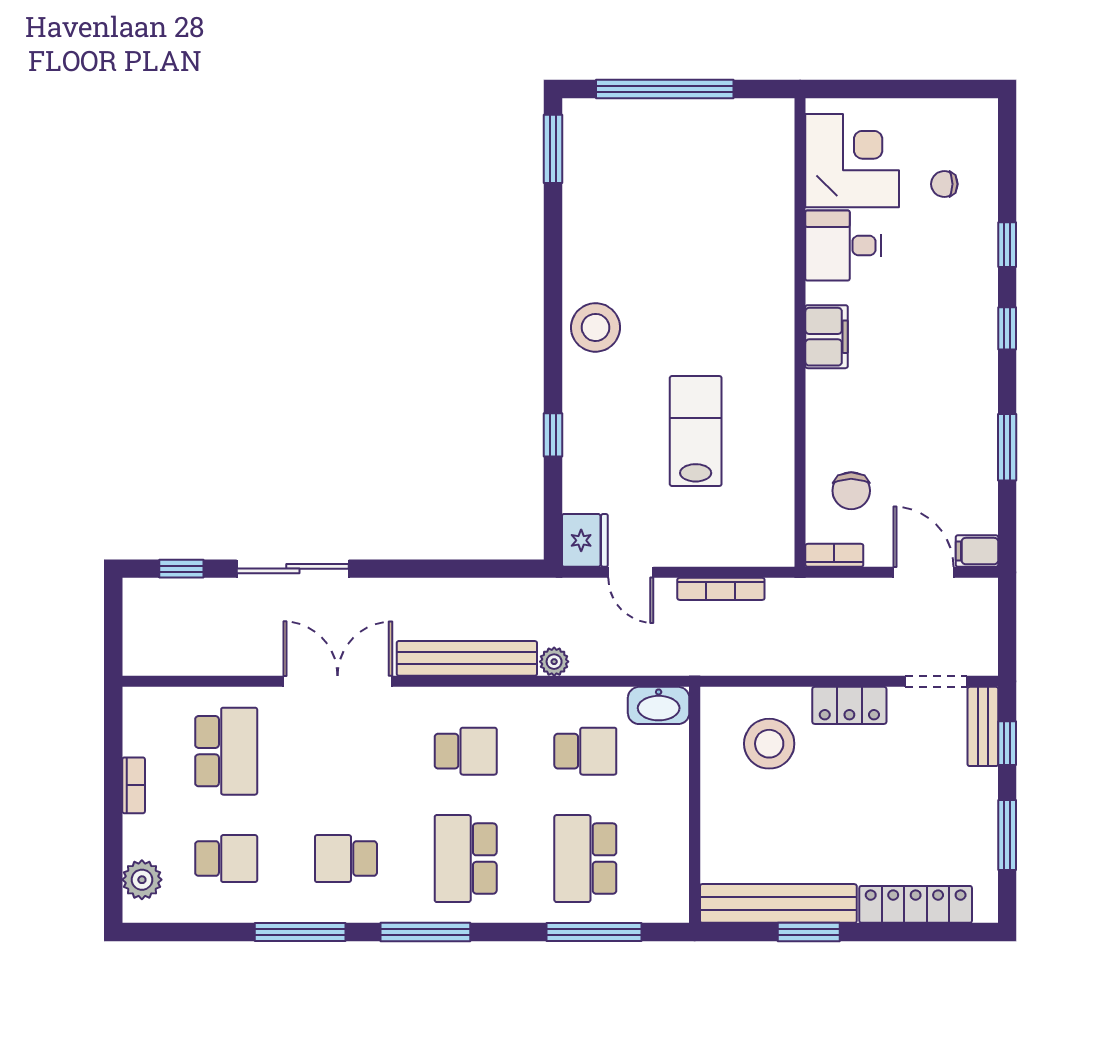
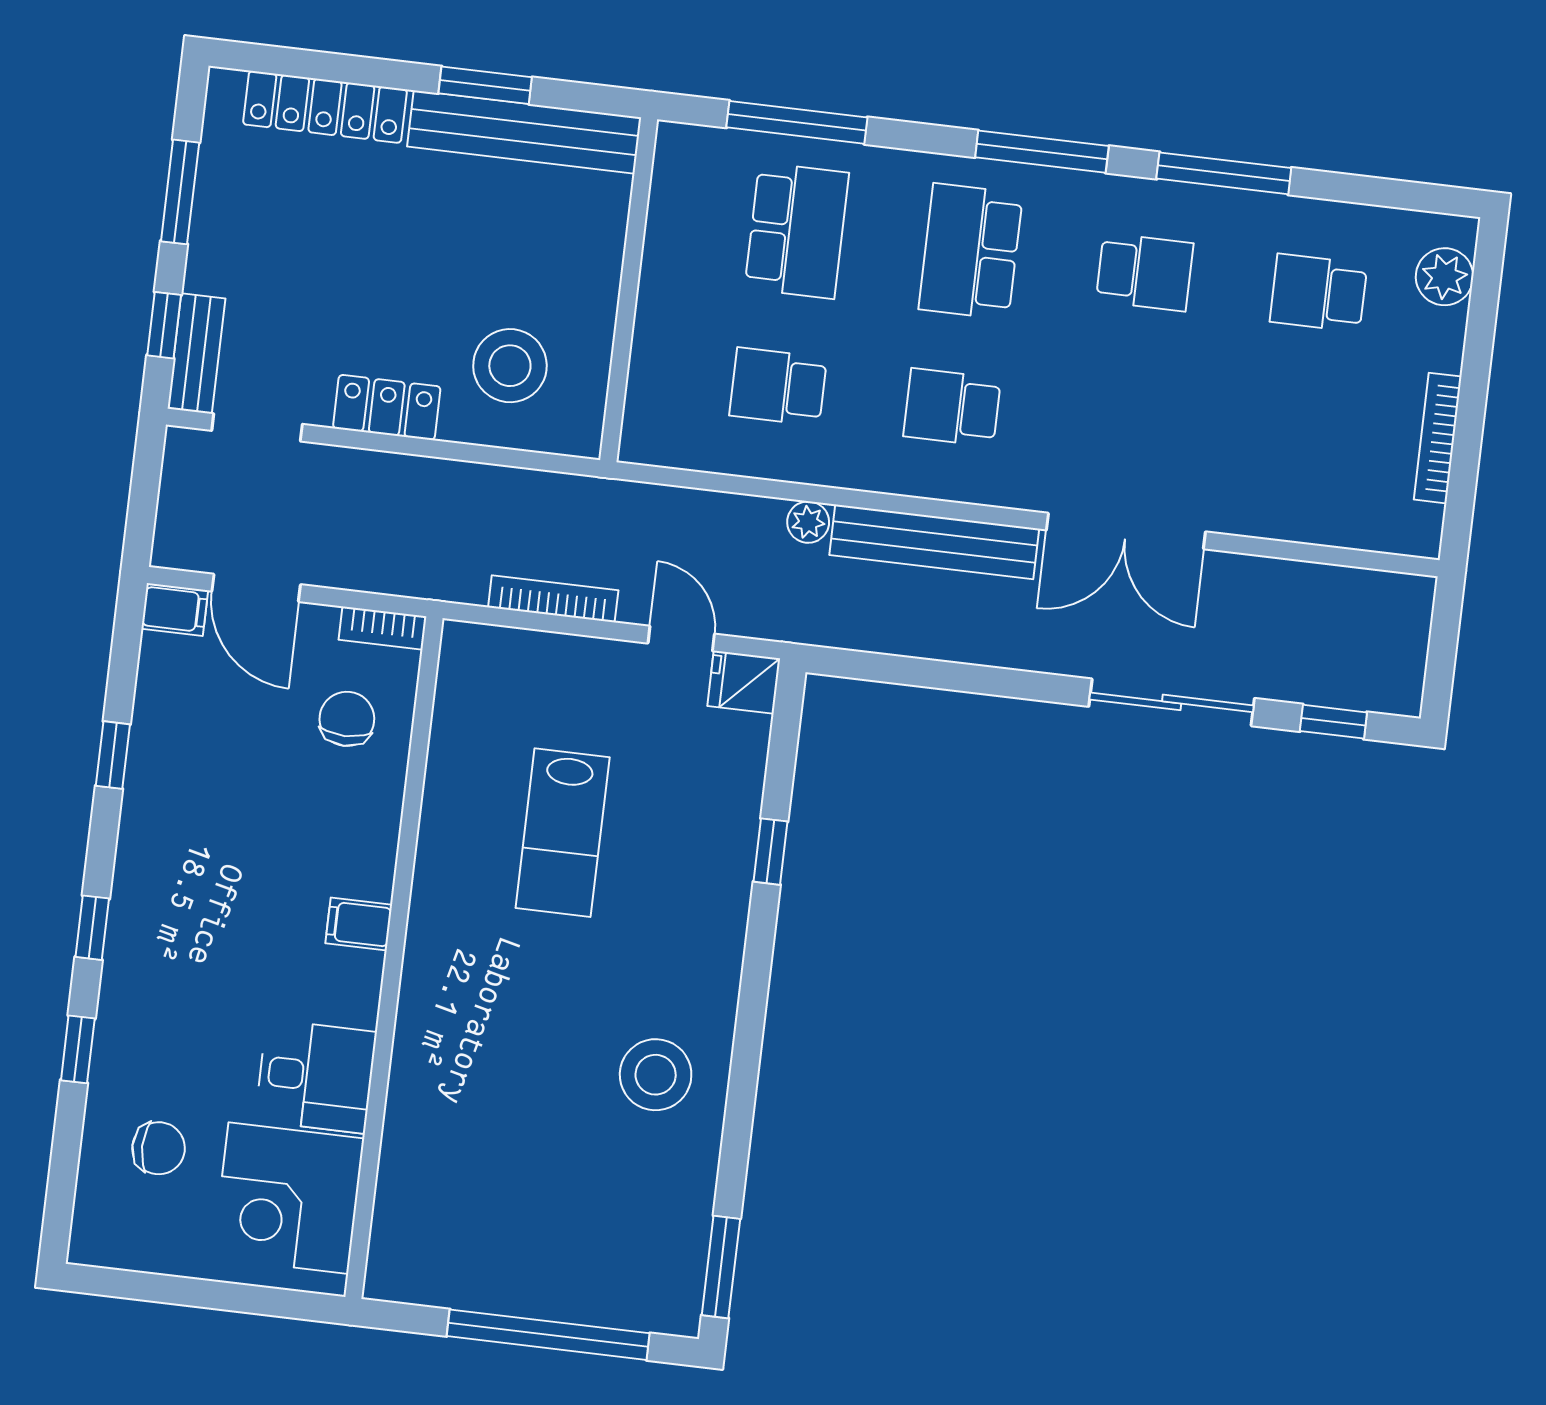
chair: (944, 184) -> (159, 1148), width x1.37, depth x1.37
stool: (596, 327) -> (656, 1075), moved
filing cabinet: (827, 337) -> (359, 924), width x0.50
window: (1007, 447) -> (113, 755), width x0.67
fridge: (585, 540) -> (744, 682), width x0.72
washbasin: (659, 705) -> (664, 440), removed
school desk: (226, 751) -> (1300, 449), removed
bookcase: (134, 785) -> (1438, 438), width x1.56
school desk: (466, 859) -> (971, 251), turned 180

